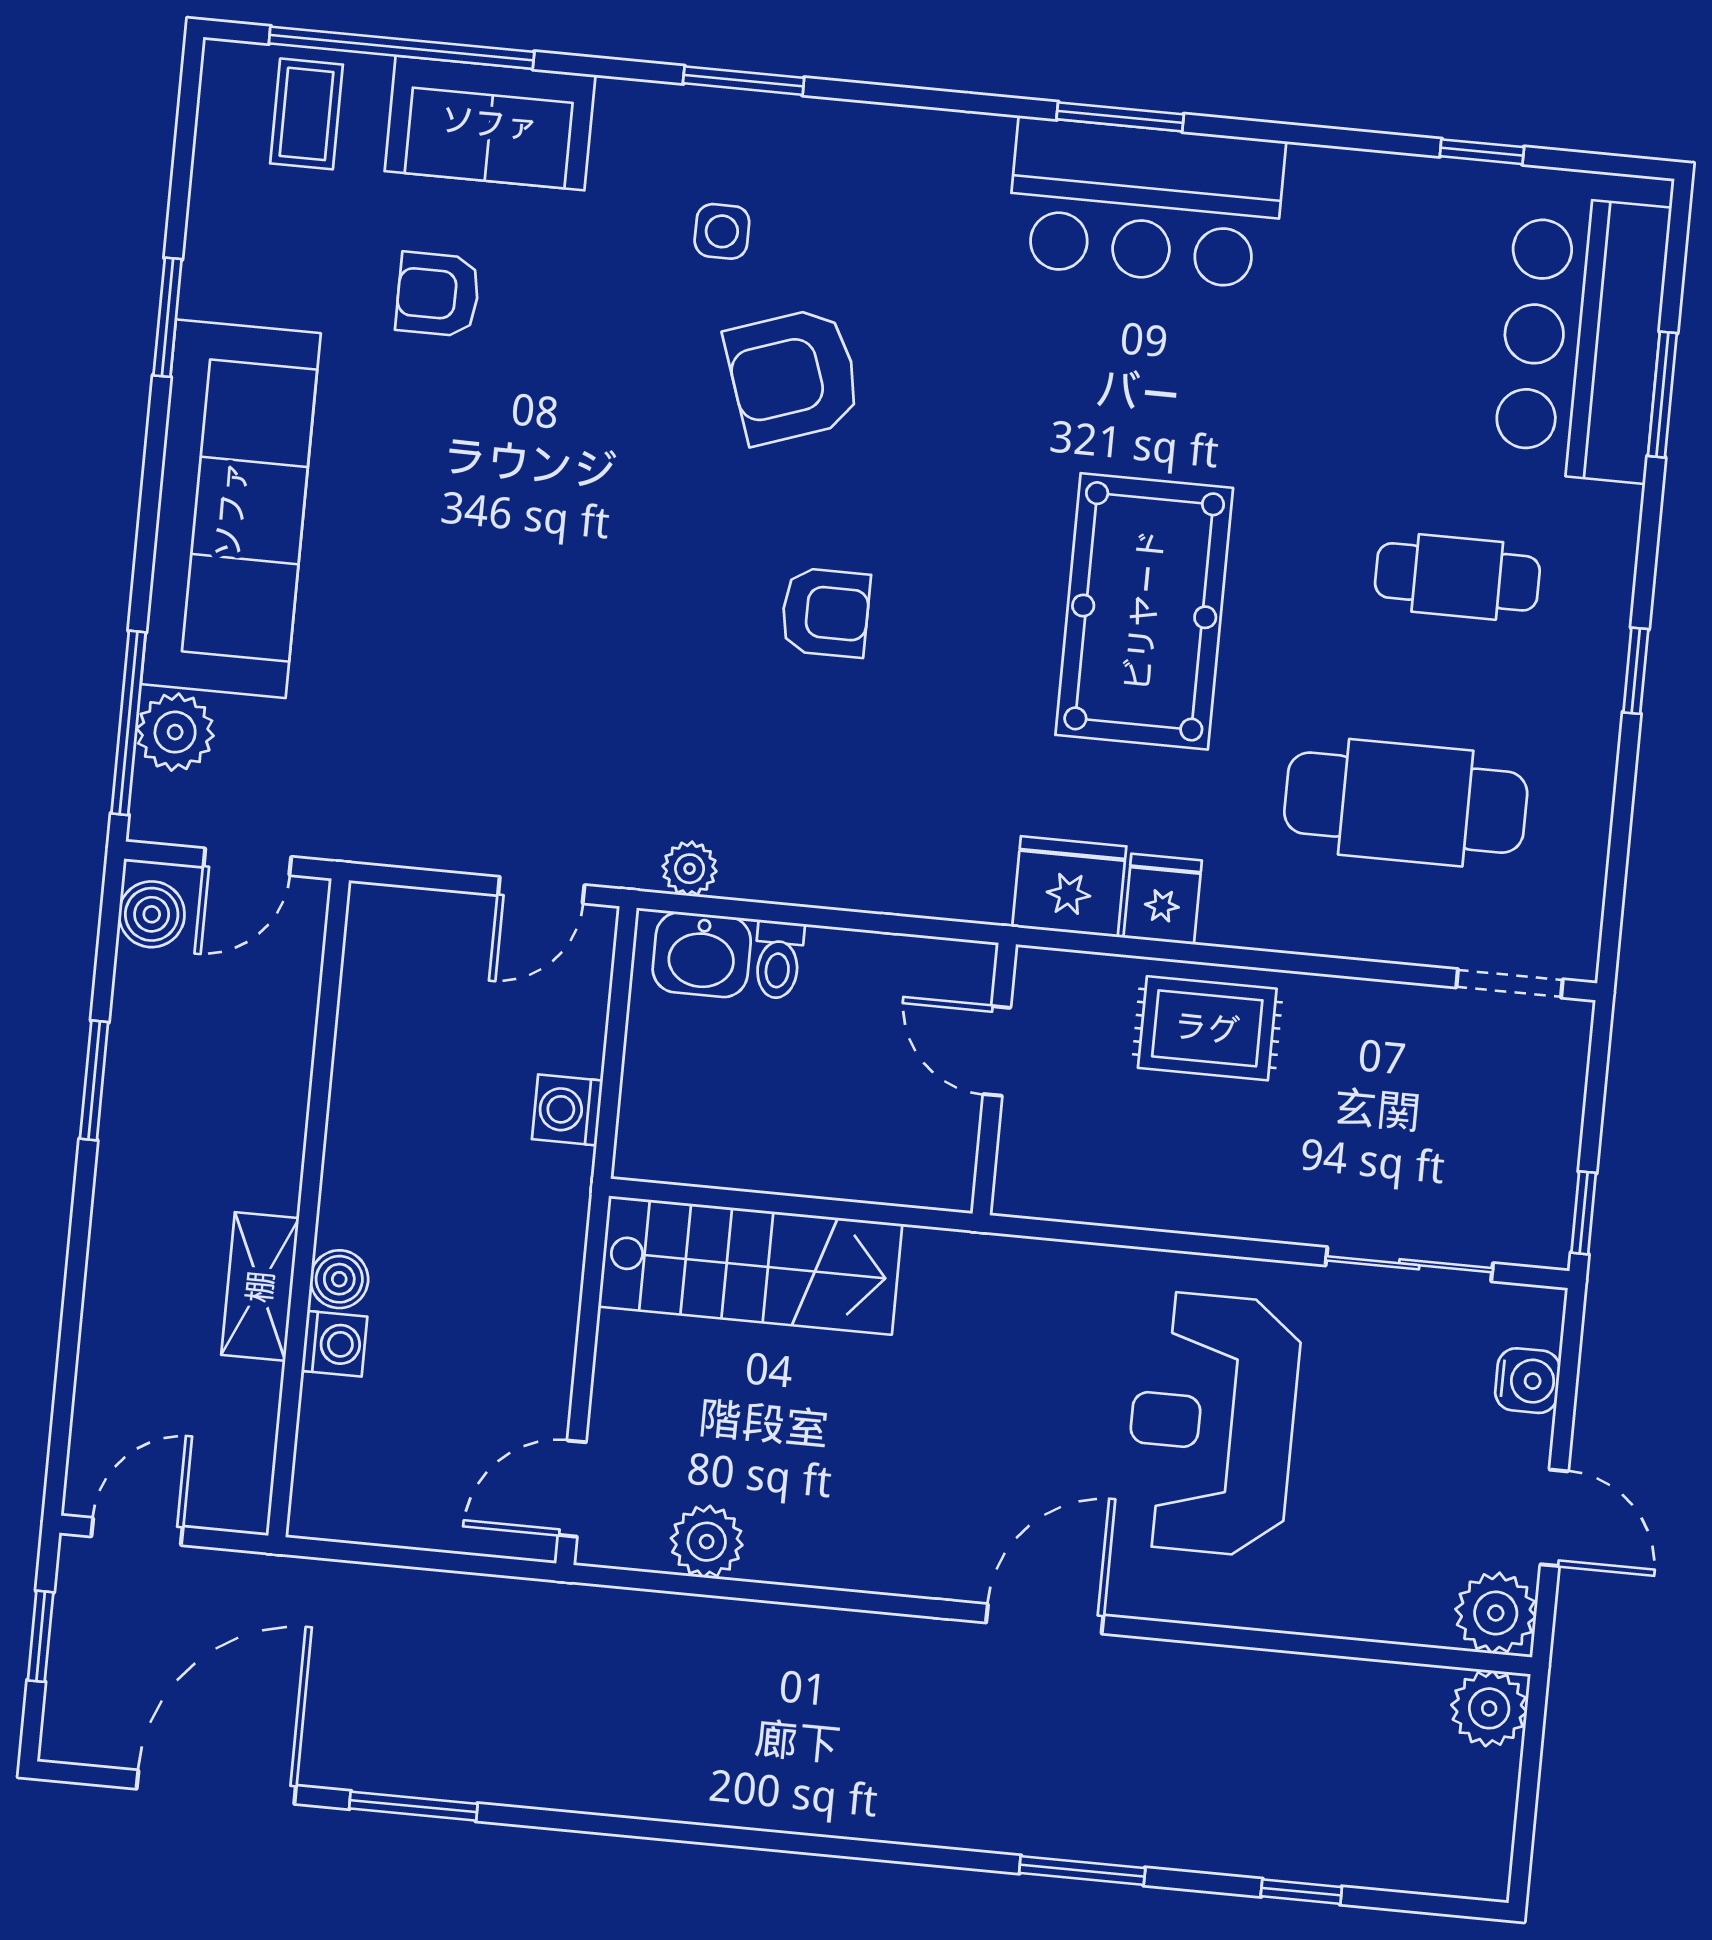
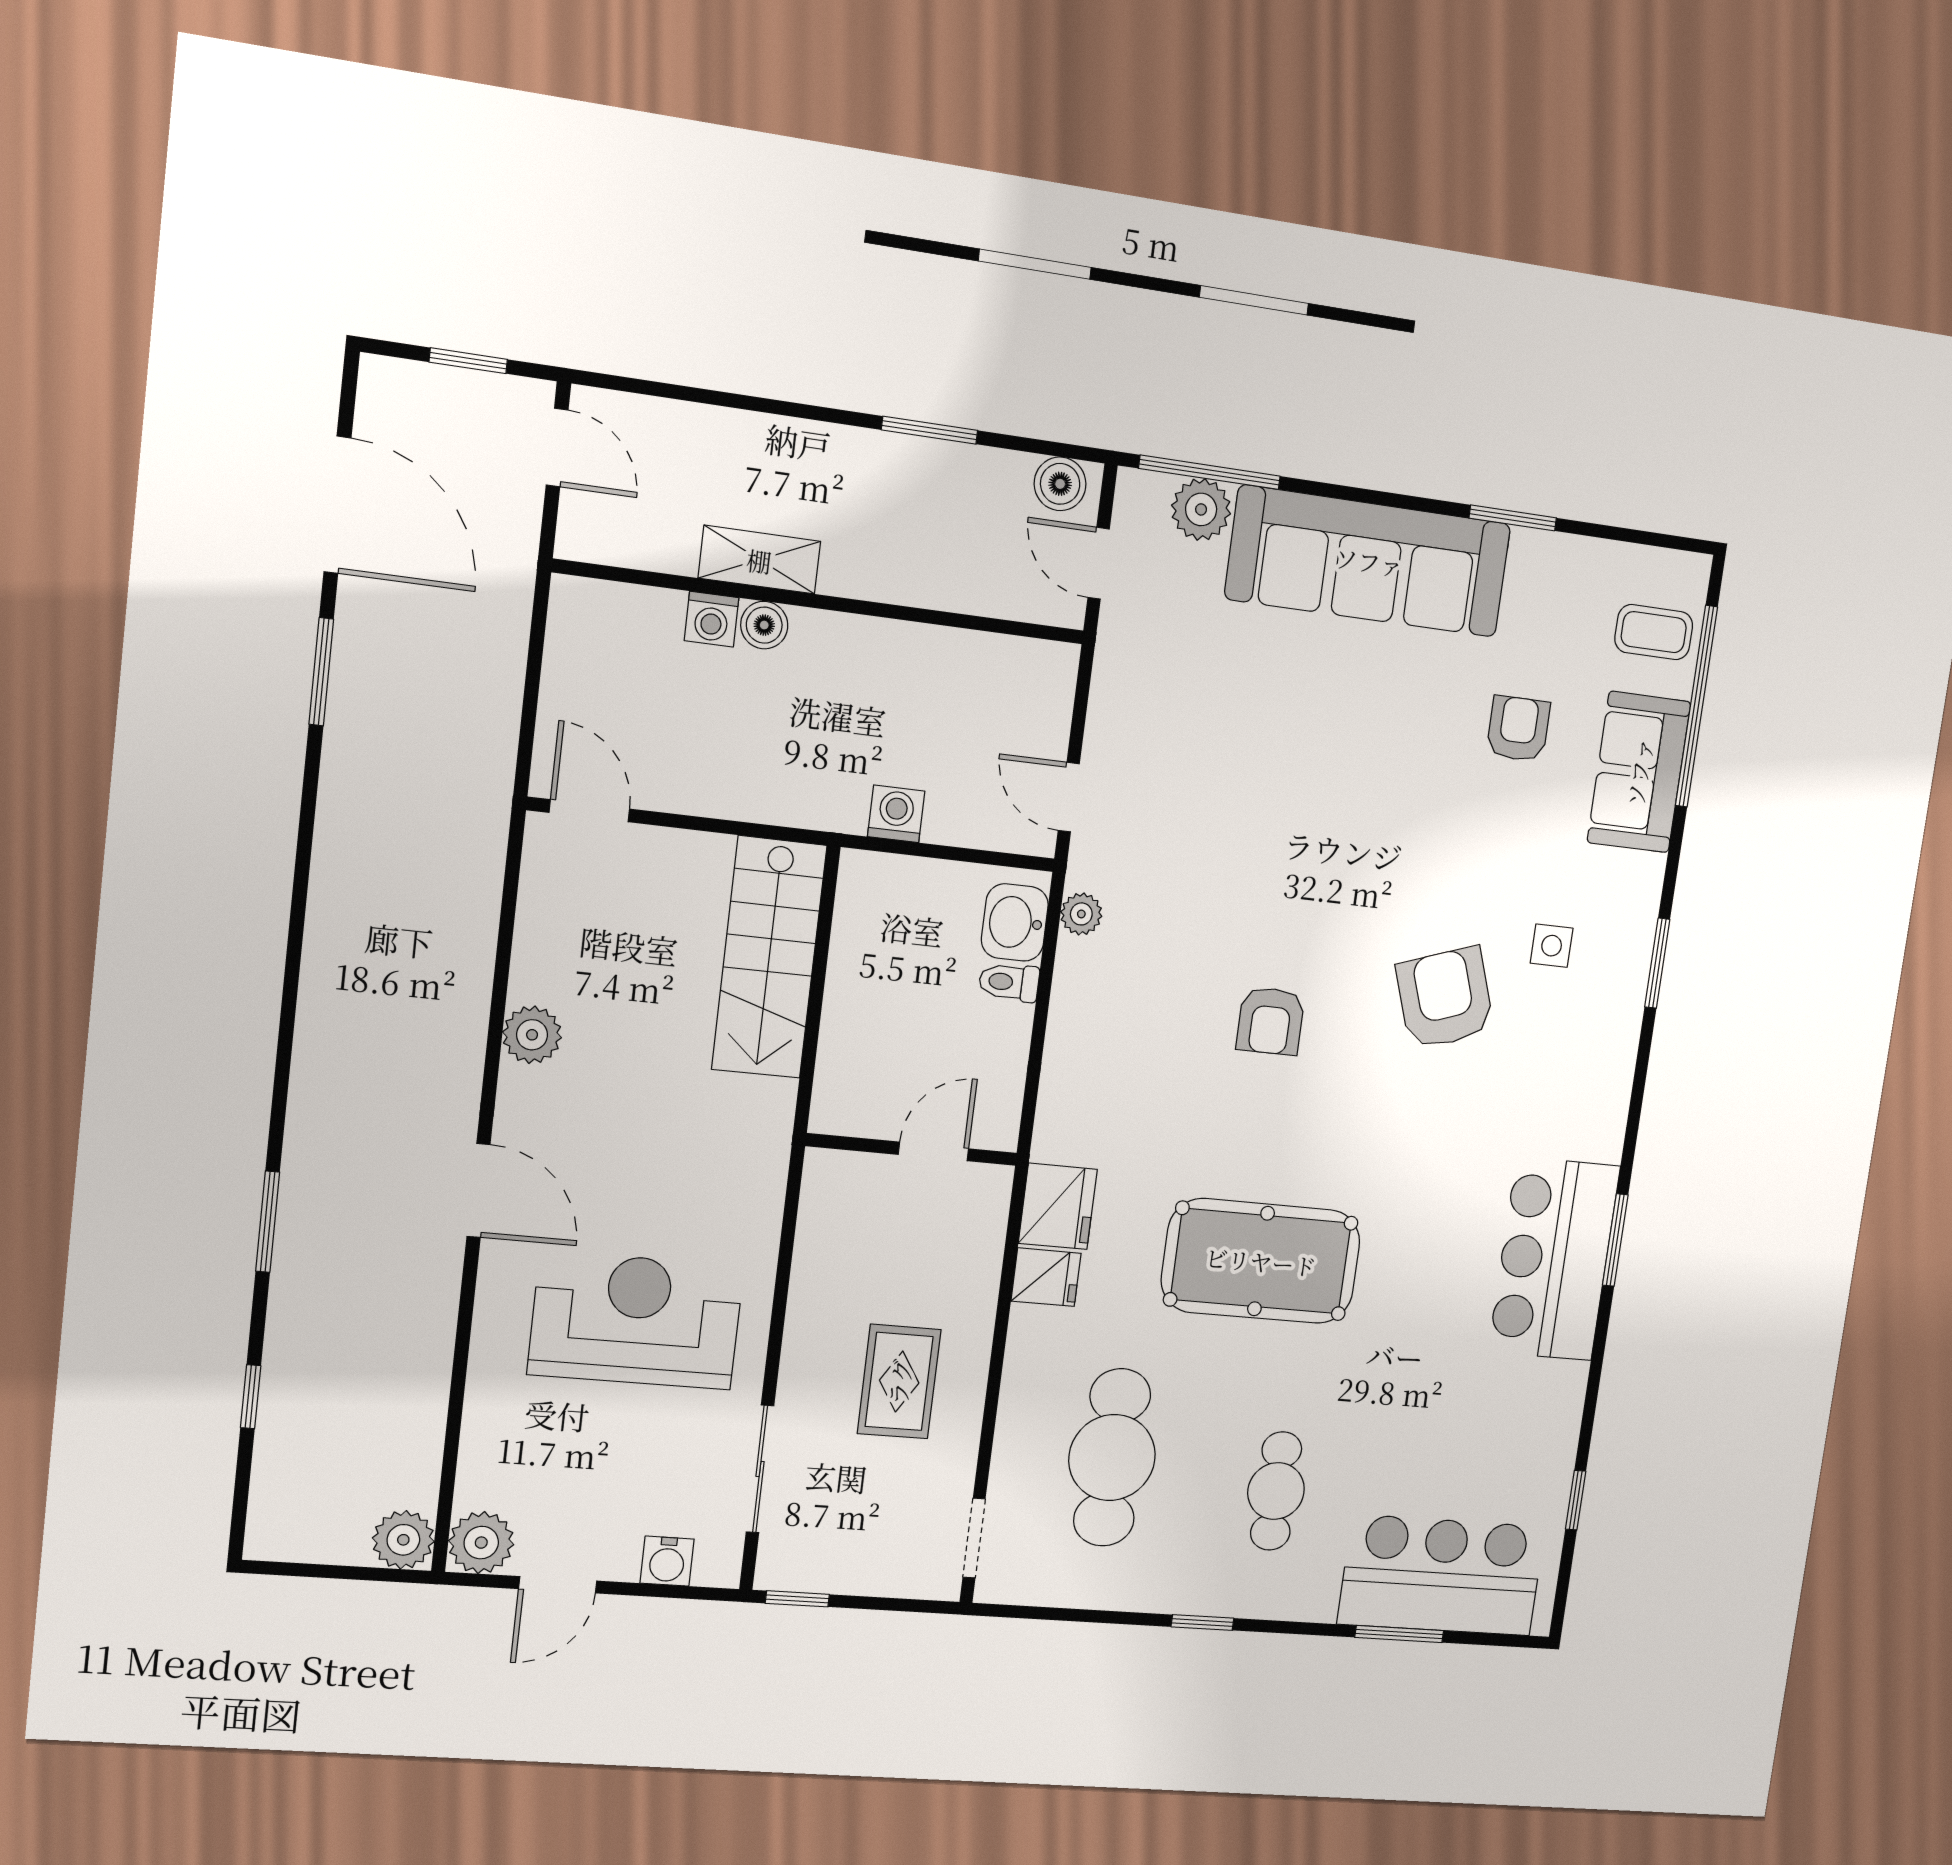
rug: (1207, 1028) -> (899, 1382), moved
plant: (707, 1542) -> (532, 1035), moved

